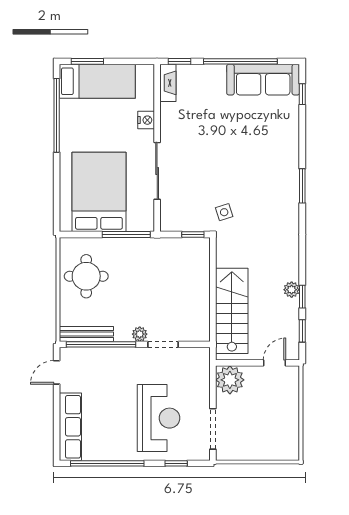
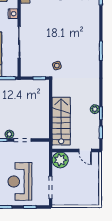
door: (274, 363) -> (85, 150), swing flipped
reception desk: (158, 418) -> (20, 181), turned 180

